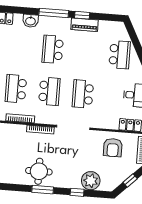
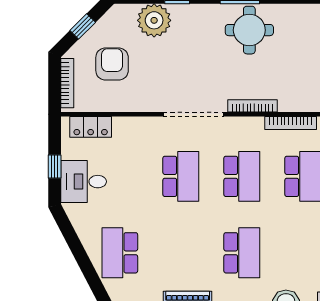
school desk: (49, 91) -> (242, 176), turned 180
armchair: (113, 148) -> (112, 64), moved

